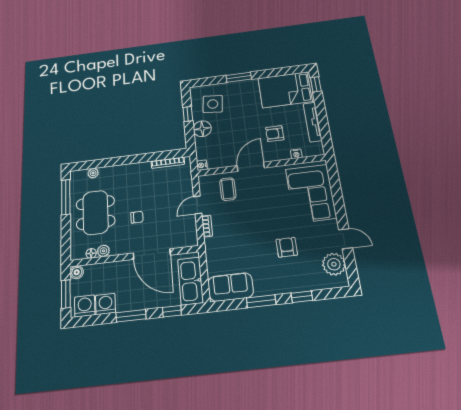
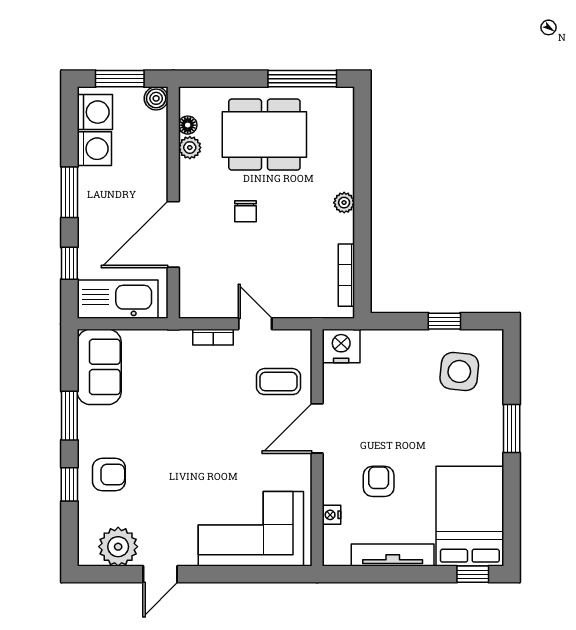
floor lamp: (202, 129) -> (409, 346), removed
nightstand: (202, 165) -> (341, 346), width x1.89, depth x1.79
door: (251, 167) -> (317, 428), swing flipped
plant: (93, 173) -> (344, 203), moved
armchair: (287, 247) -> (109, 475), moved

